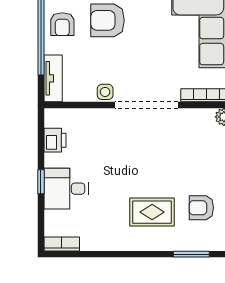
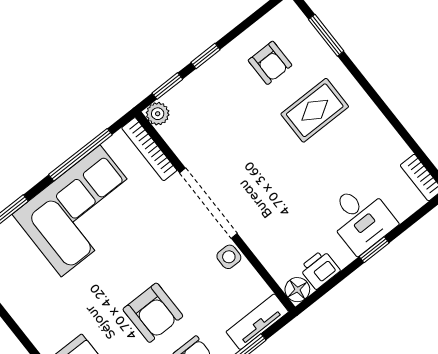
floor lamp: (53, 117) -> (297, 290), added
rug: (152, 212) -> (315, 110), turned 90

